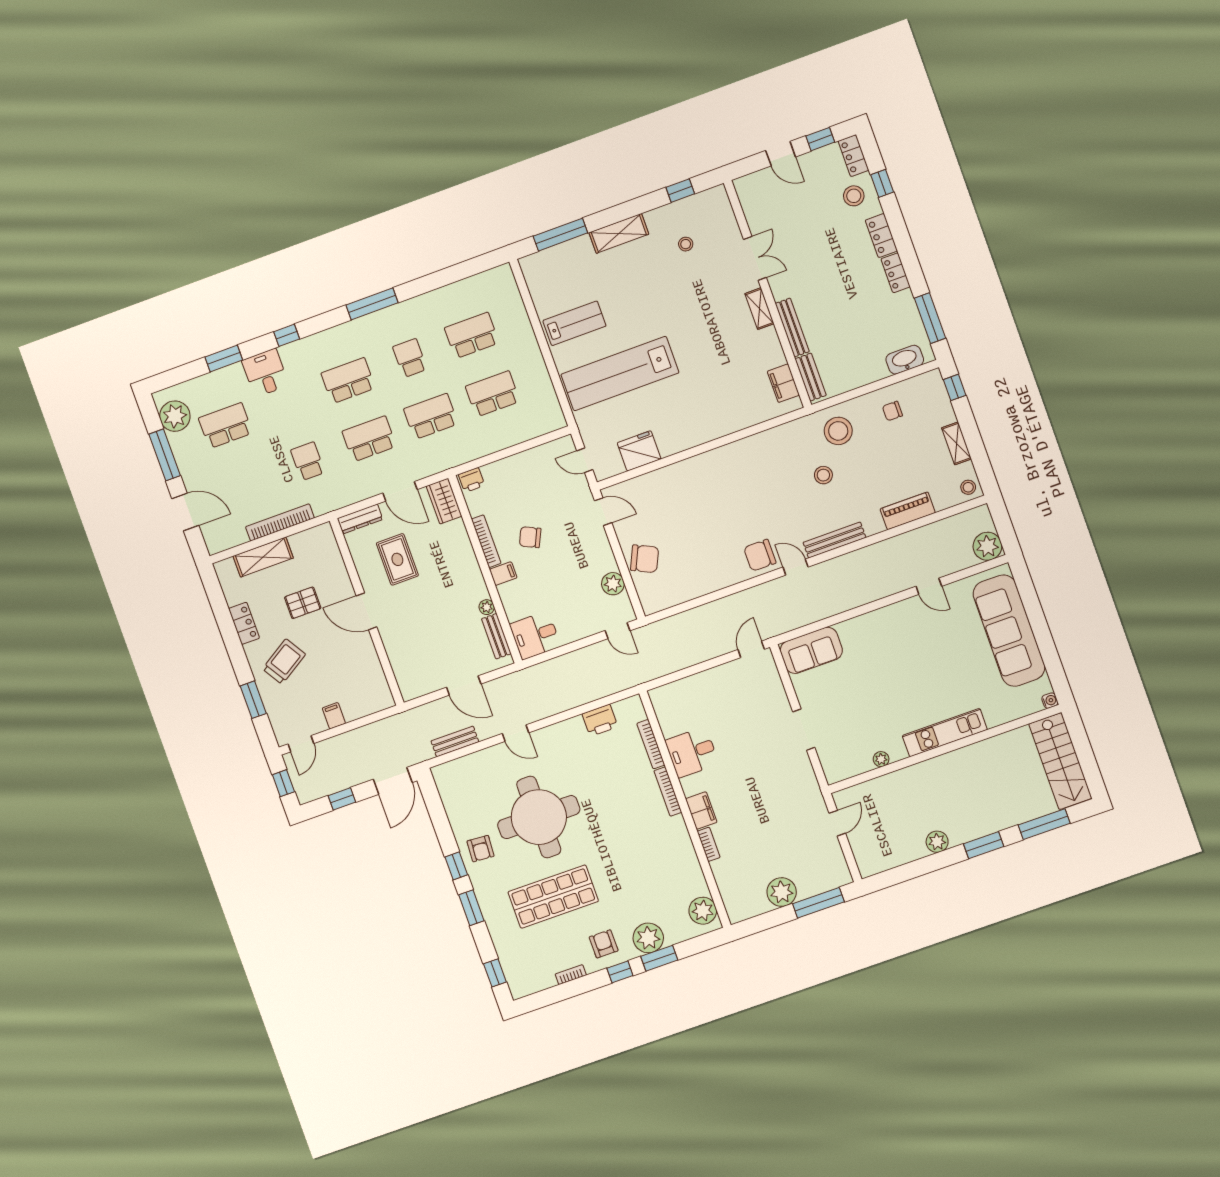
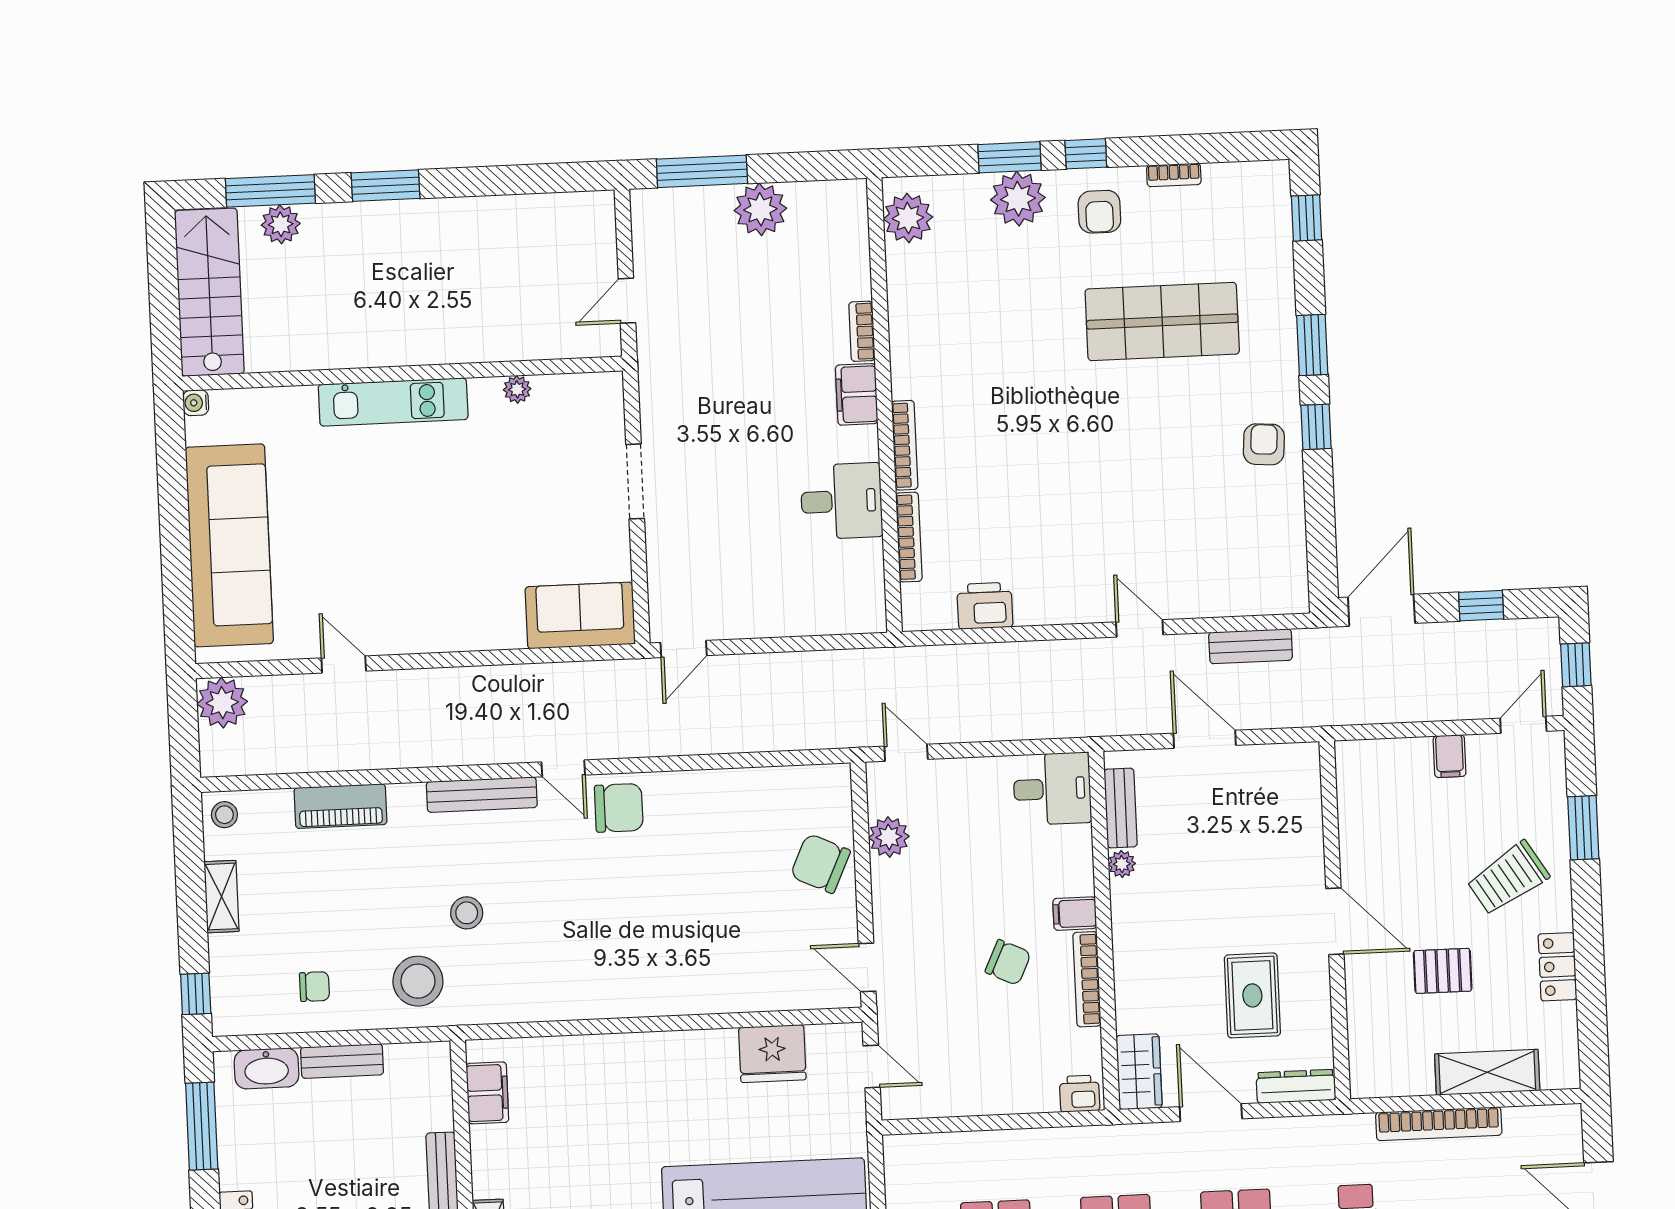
bench: (811, 377) -> (342, 1061), moved, turned 90
round table: (539, 817) -> (1144, 469), removed
plant: (937, 842) -> (281, 224), moved

